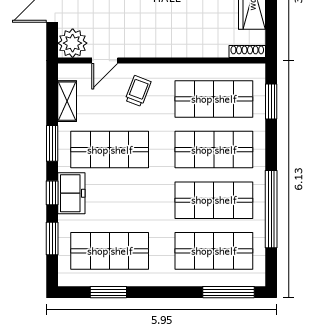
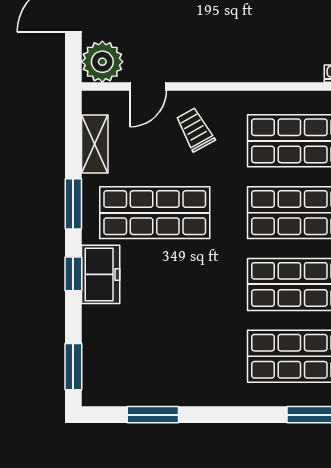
trolley: (138, 91) -> (195, 130), turned -50
window: (52, 238) -> (73, 367), moved
shop shelf: (110, 251) -> (155, 356), removed

